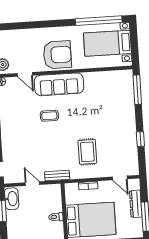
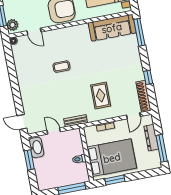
sofa: (59, 84) -> (112, 28), moved
shoe rack: (133, 159) -> (143, 96), added
door: (120, 178) -> (133, 116), hinge flipped

